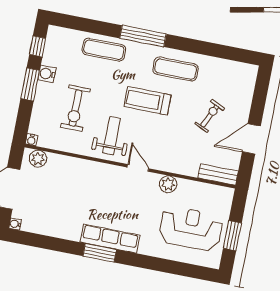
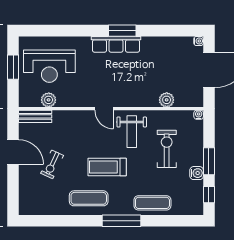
treadmill: (147, 101) -> (107, 167), turned 180
door: (251, 139) -> (13, 152), hinge flipped
plant: (38, 159) -> (167, 100), moved
plant: (168, 184) -> (49, 100), moved

